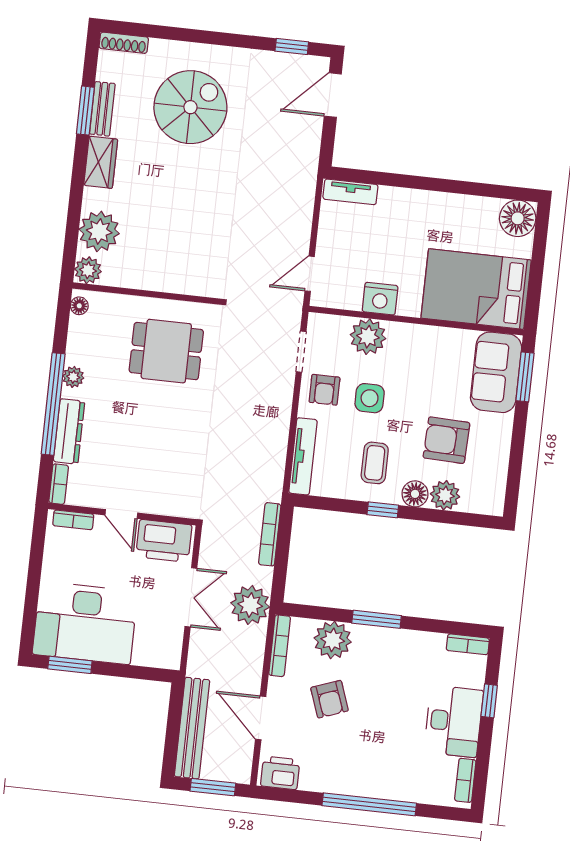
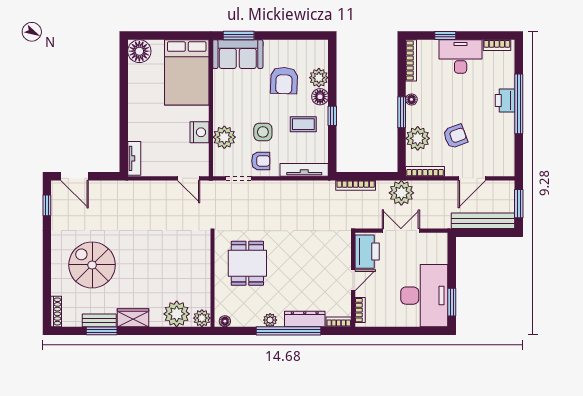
floor lamp: (395, 637) -> (411, 99), added
bookcase: (468, 644) -> (411, 60), width x1.56
printer: (280, 773) -> (505, 100), moved

